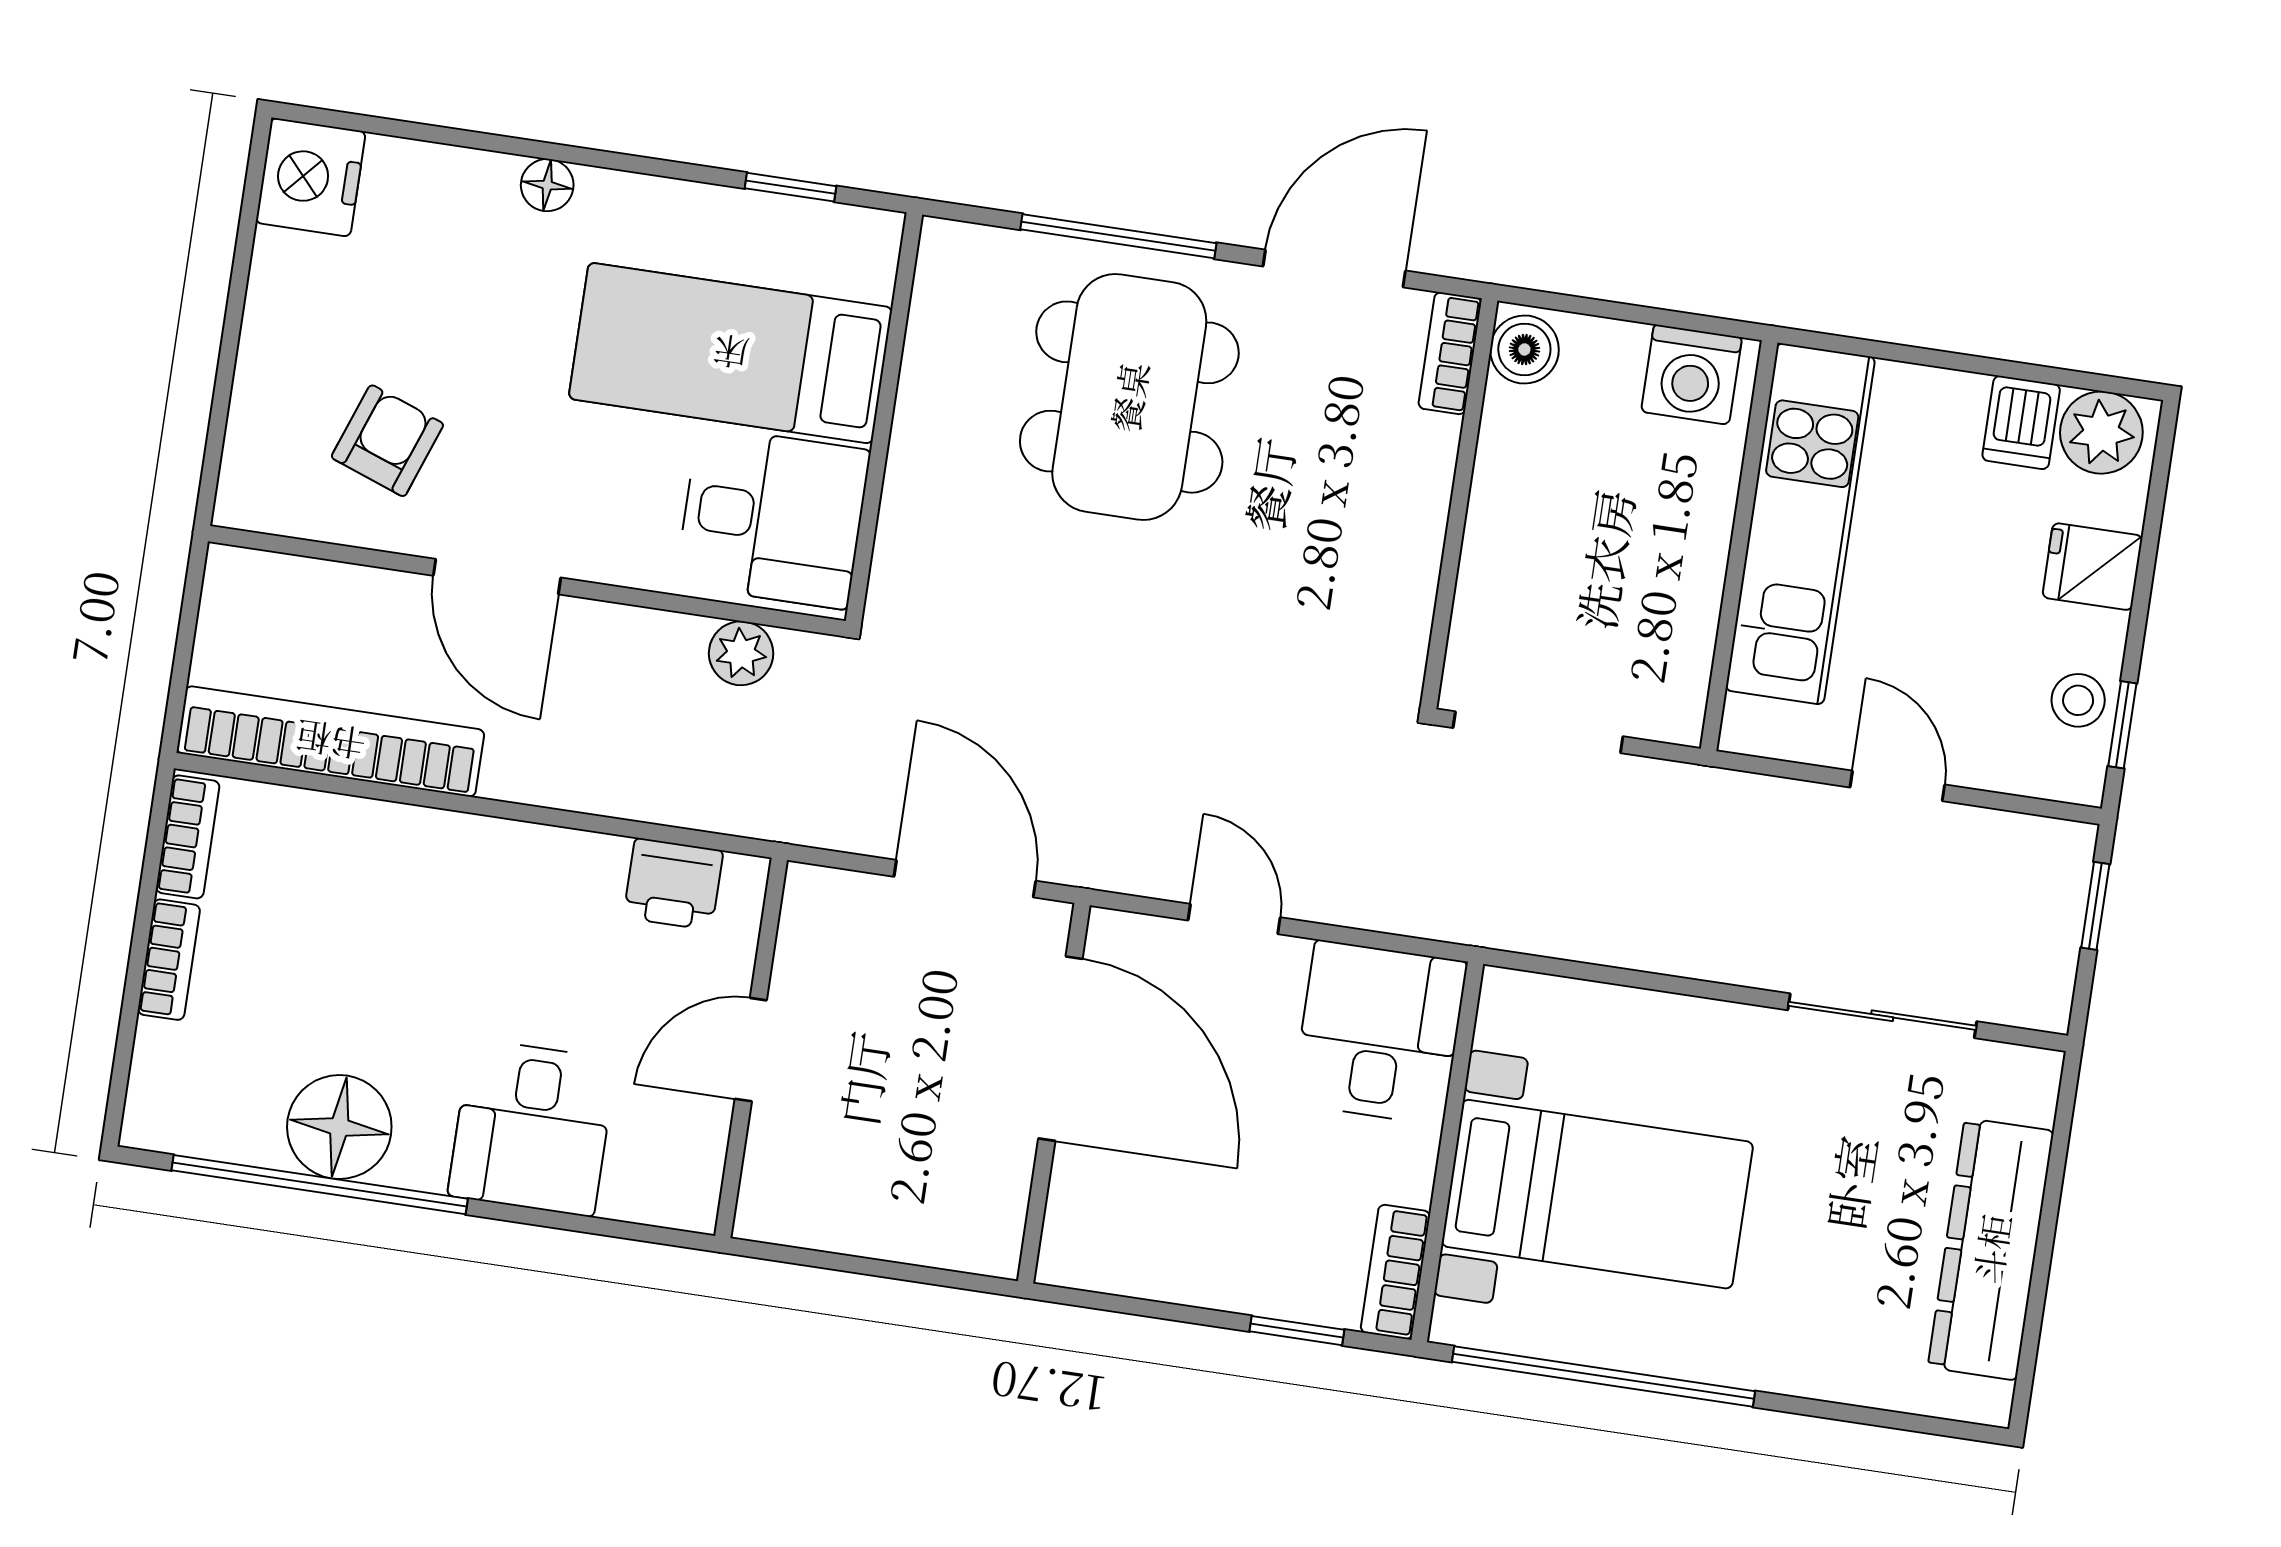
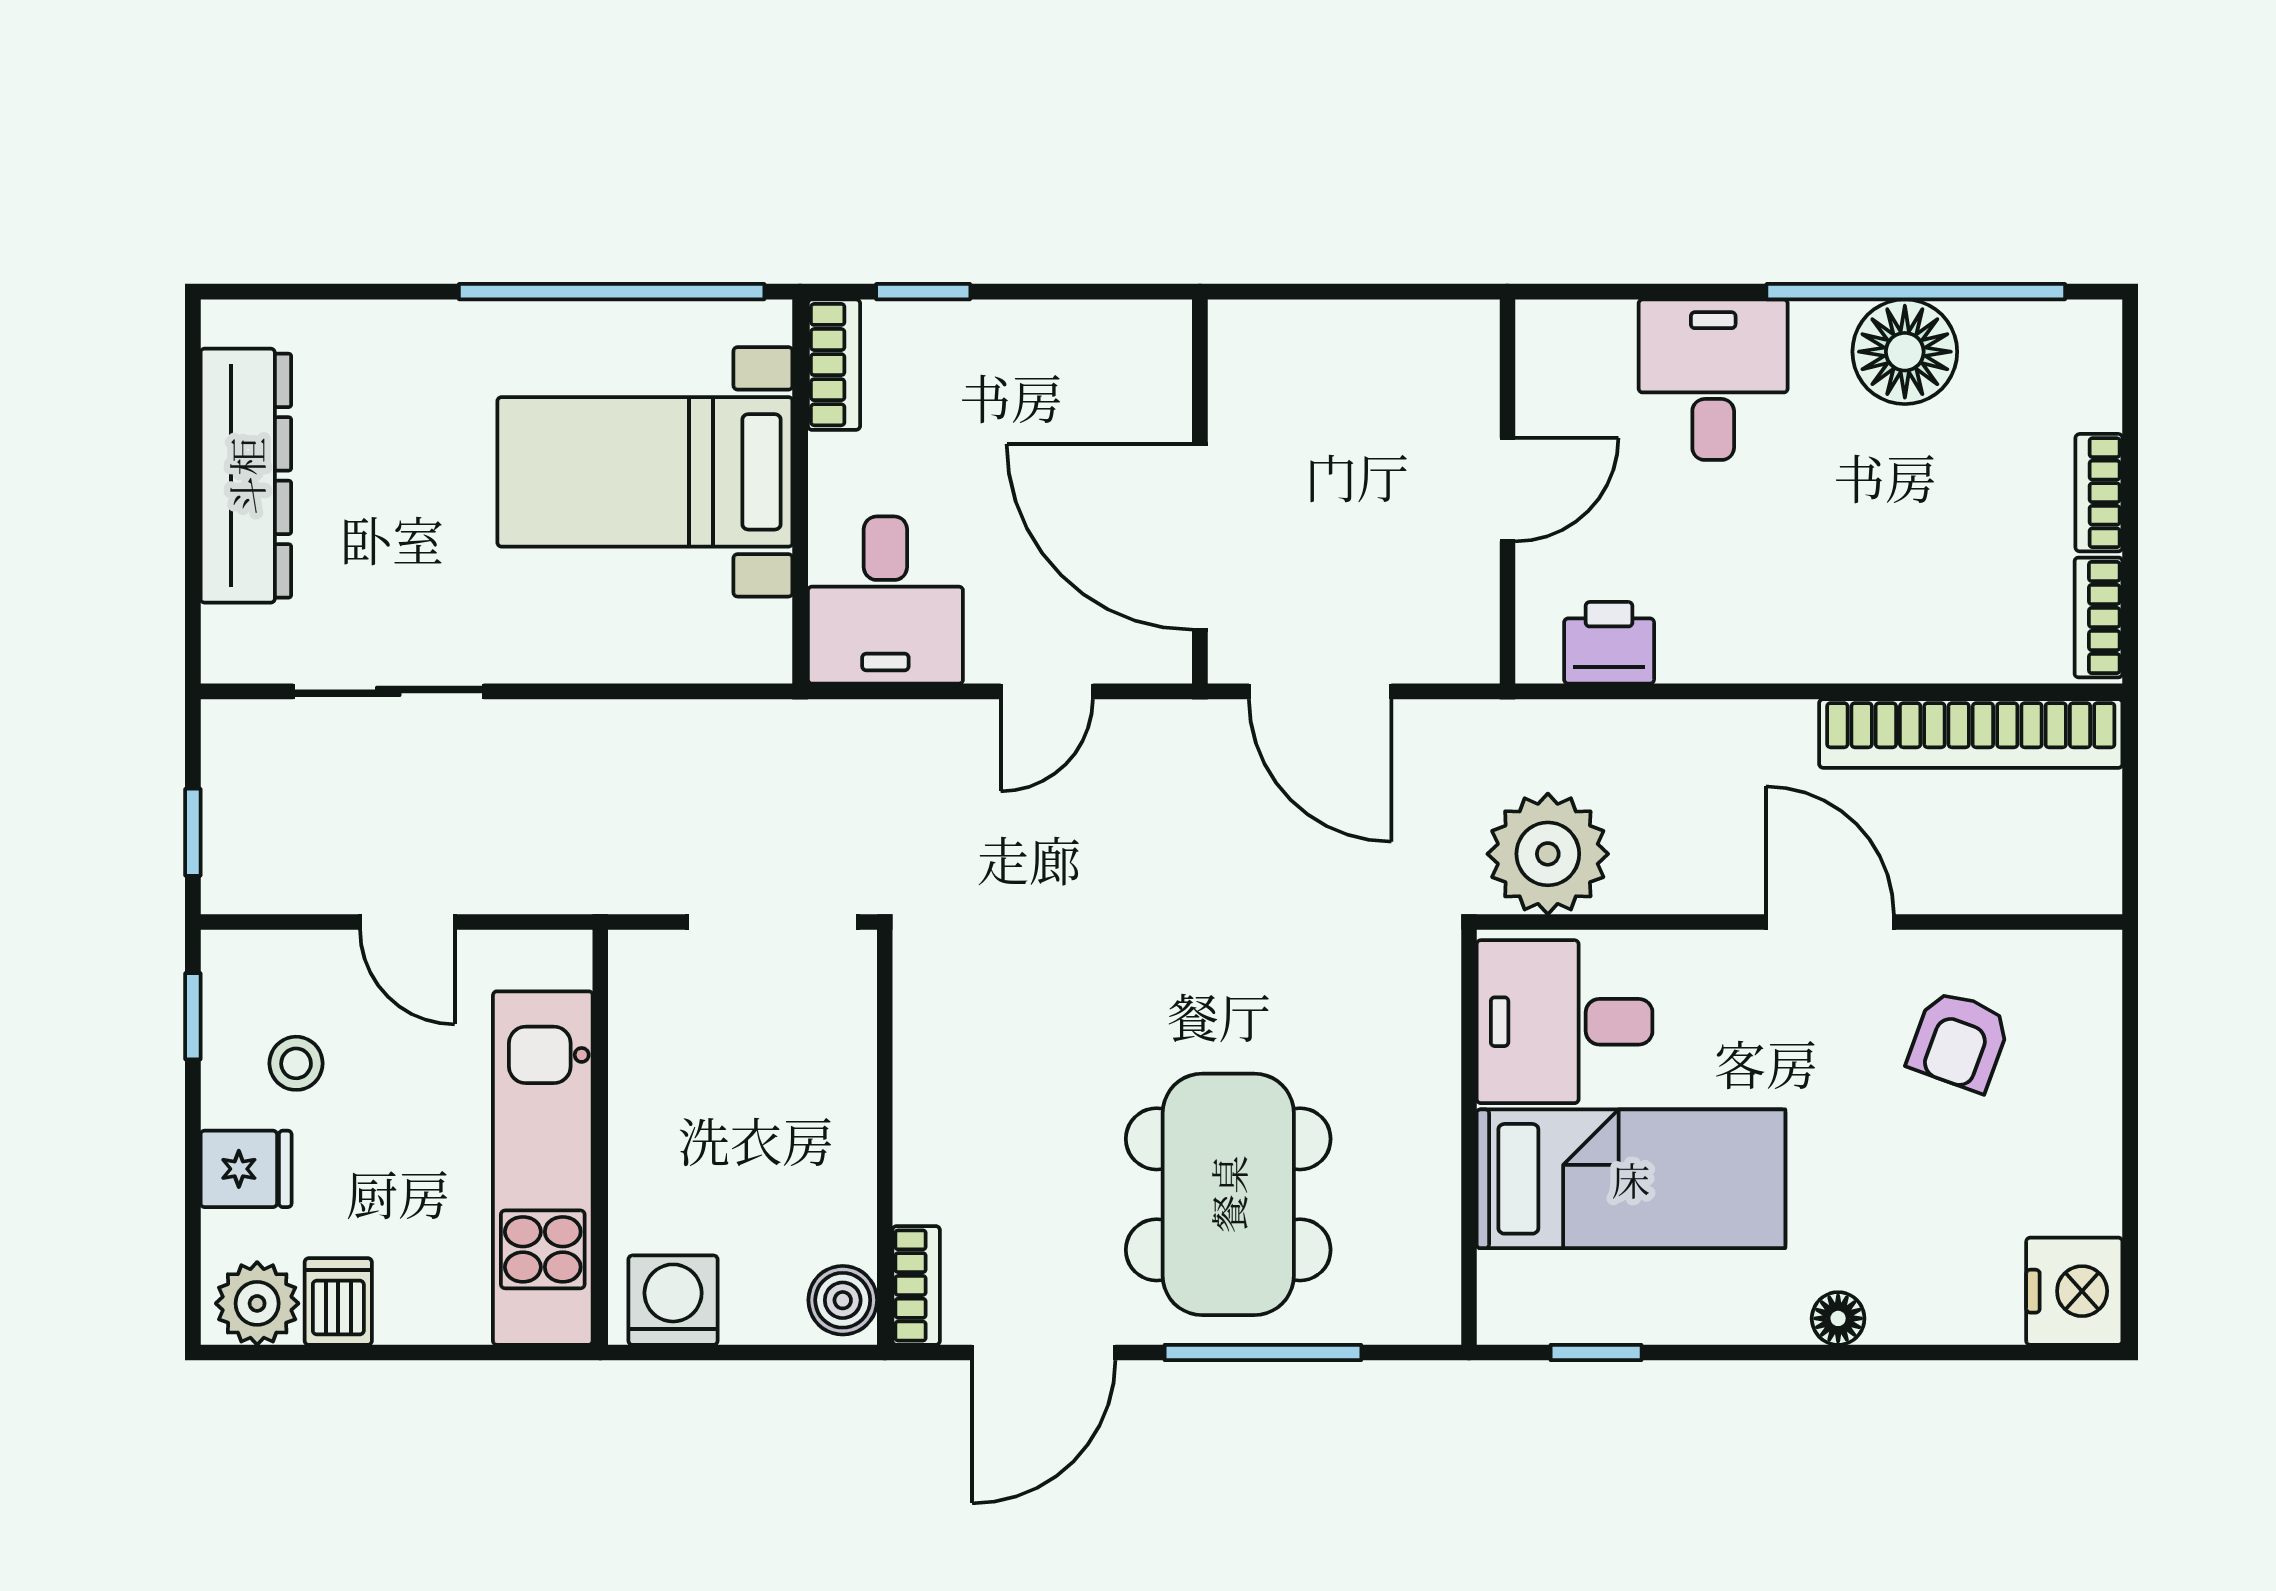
plant: (741, 653) -> (1548, 854), width x1.88, depth x1.88
stool: (2078, 700) -> (296, 1063), moved
door: (1234, 919) -> (1047, 691), hinge flipped

